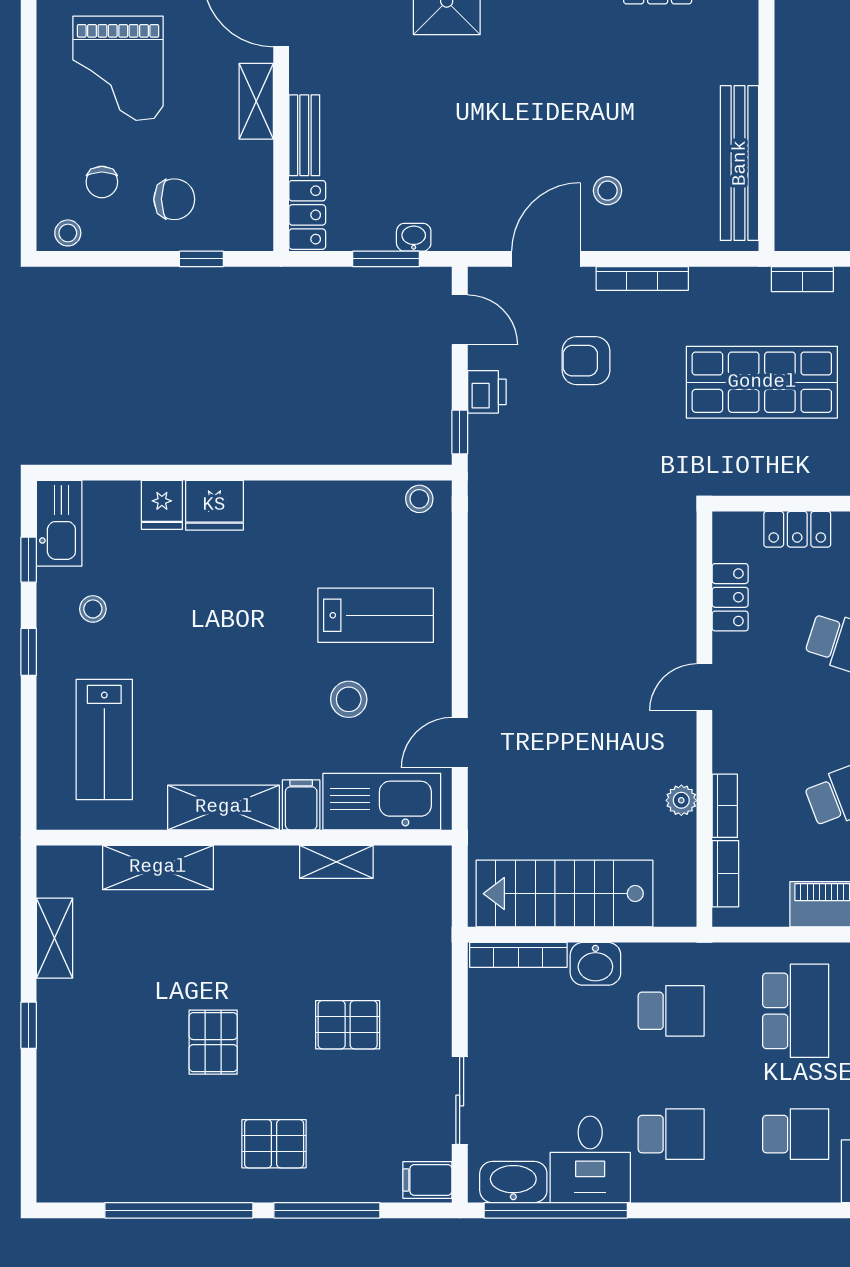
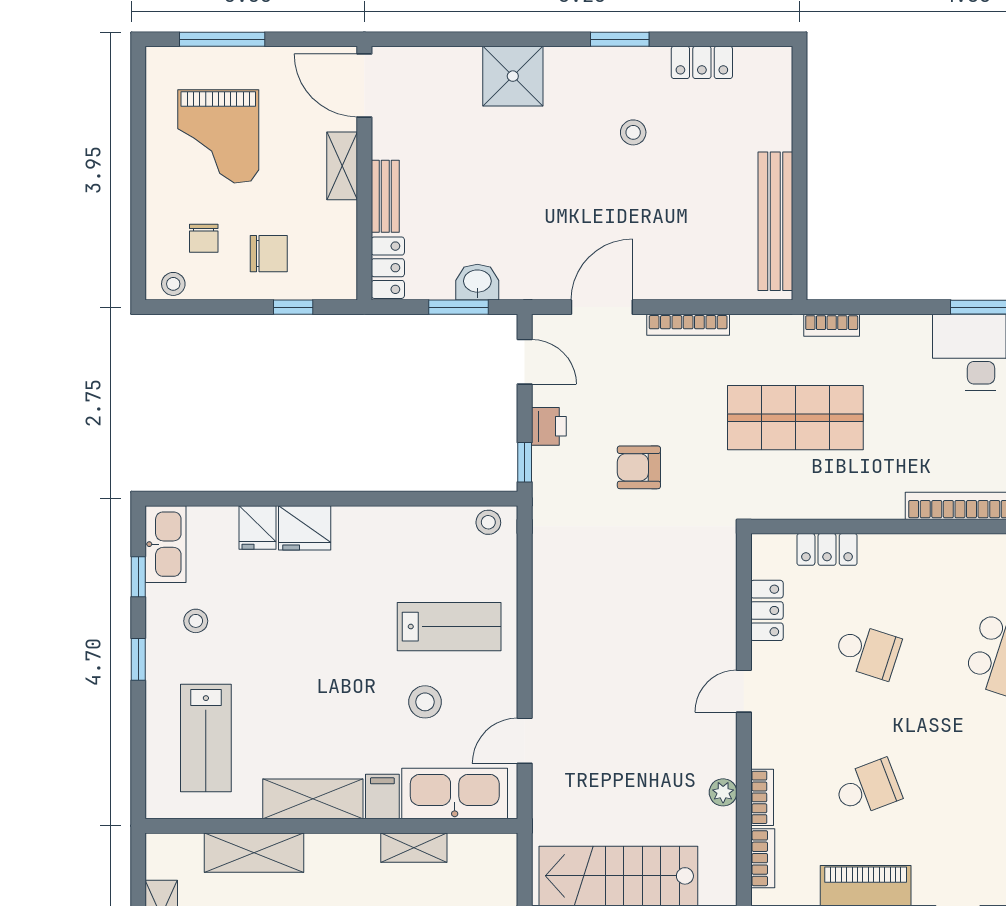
stool: (608, 191) -> (633, 132), moved
washbasin: (414, 237) -> (477, 282), width x1.38, depth x1.45
armchair: (586, 361) -> (639, 467), moved

